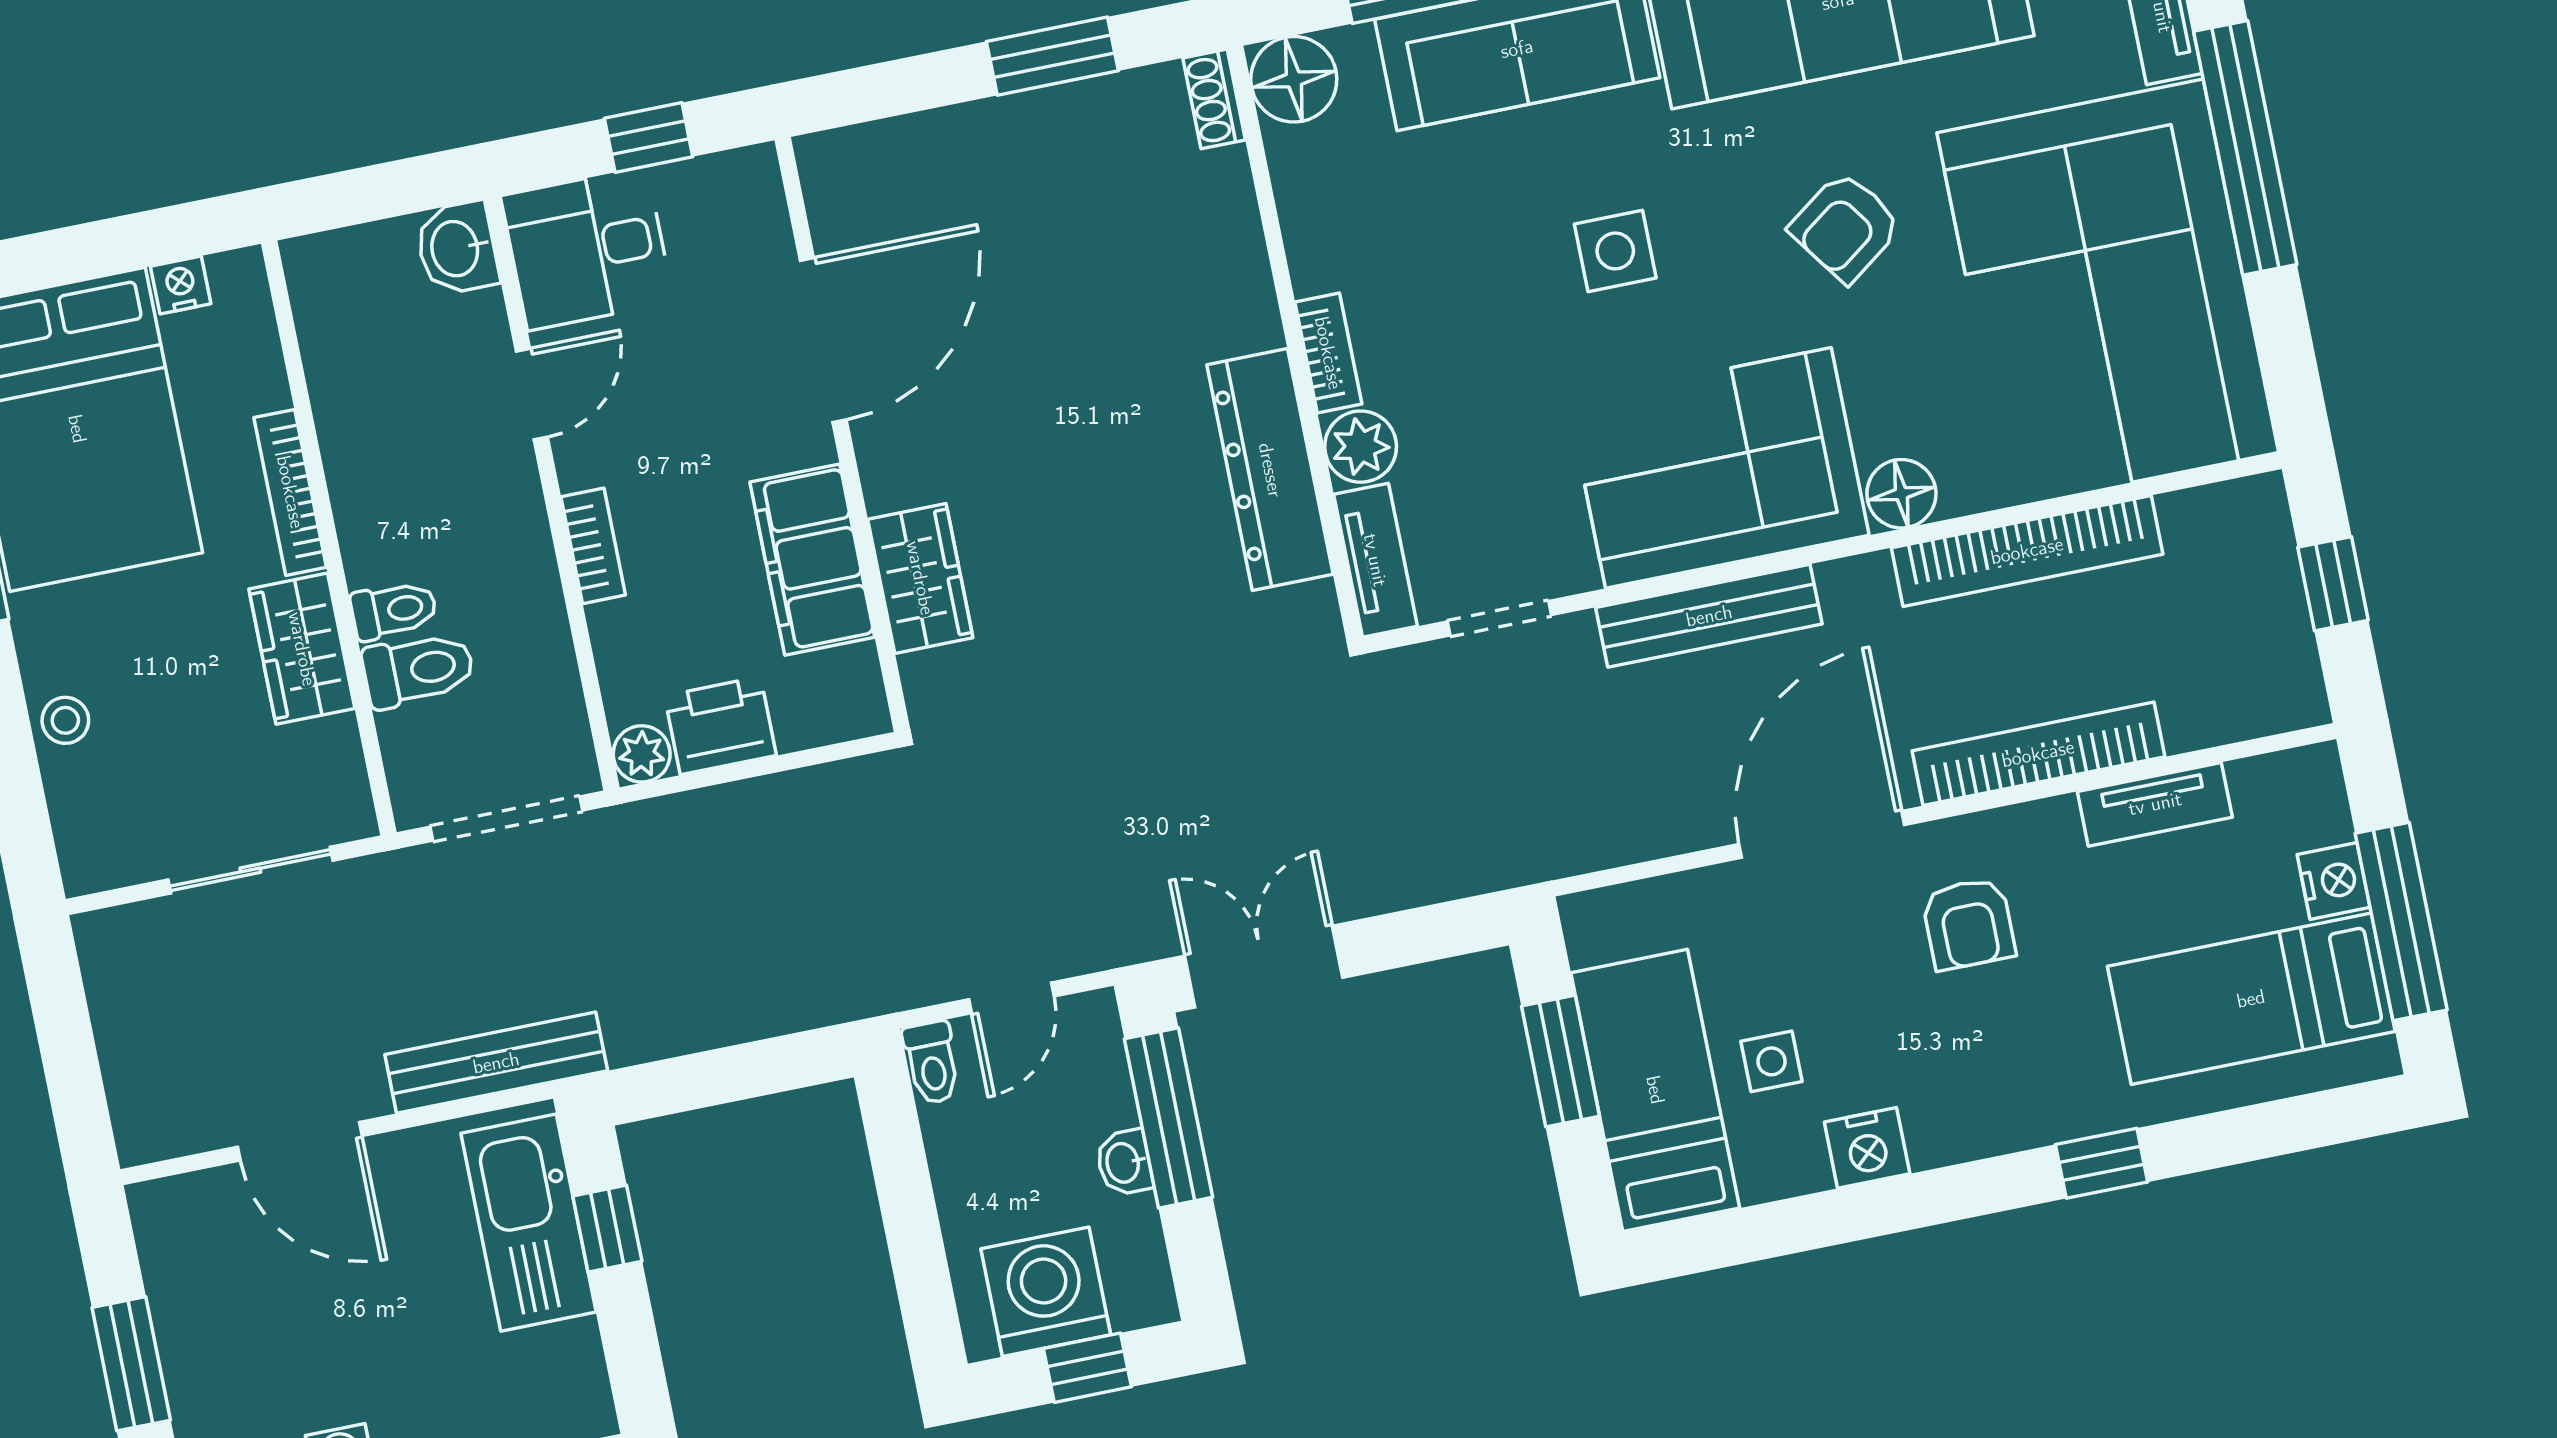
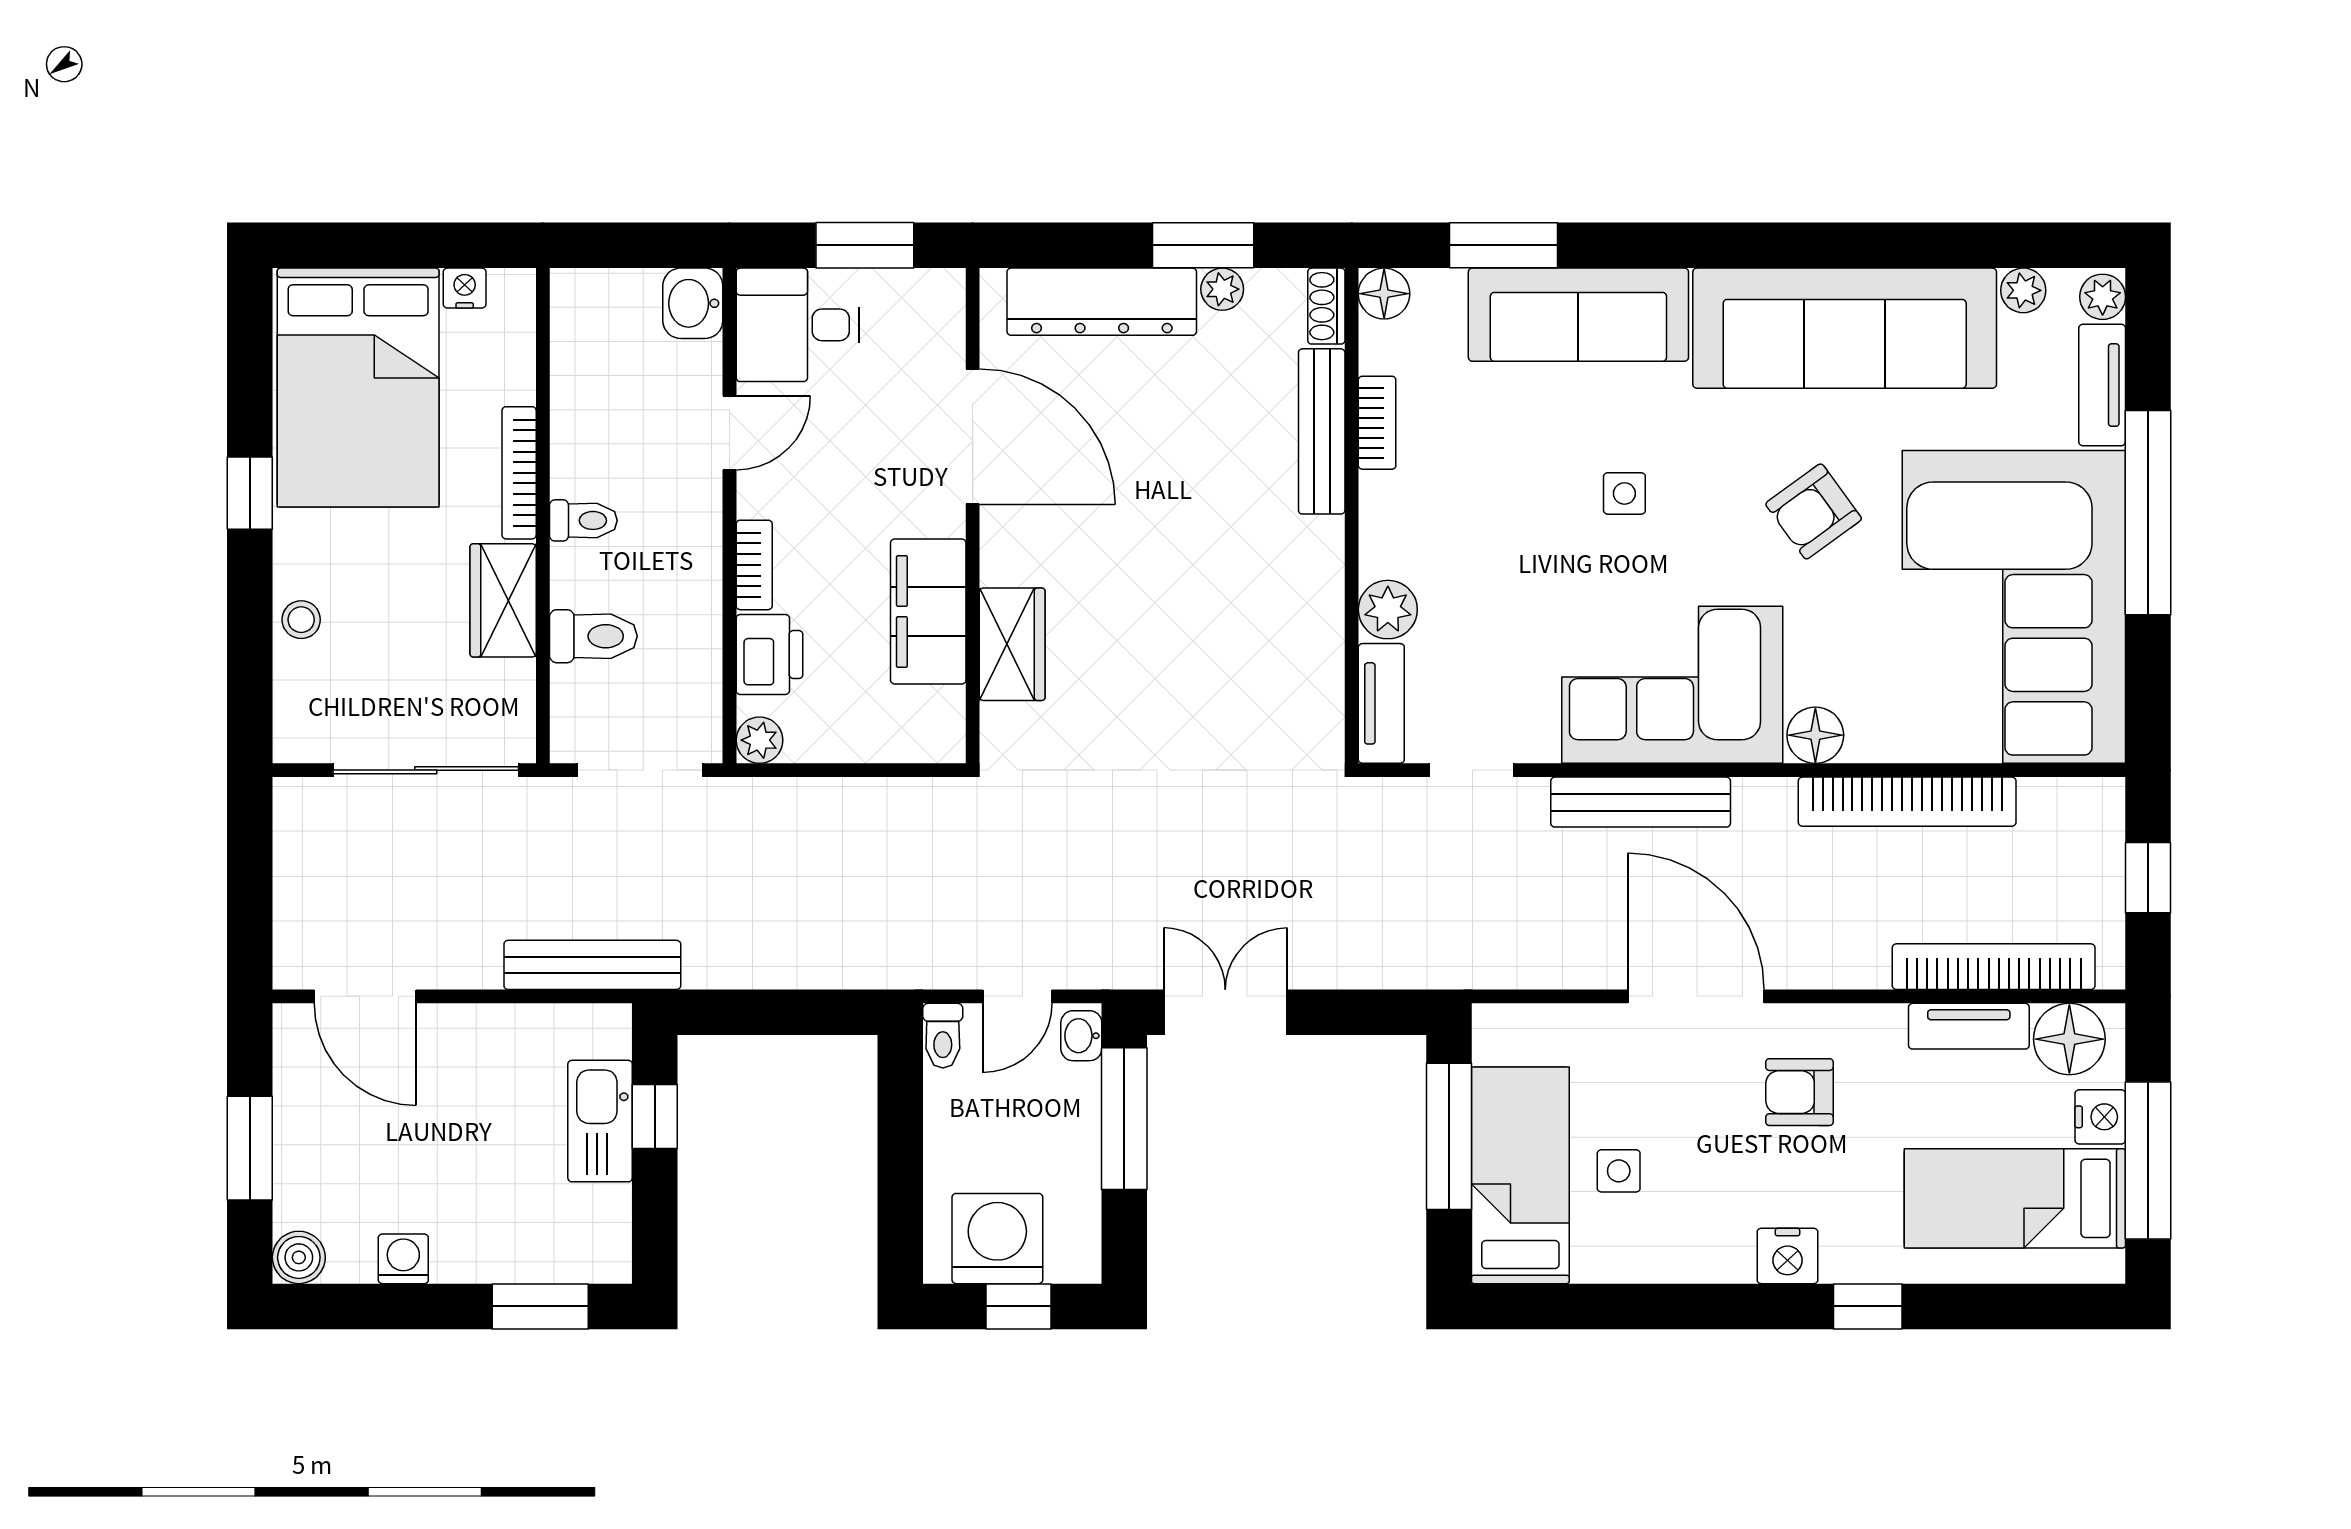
floor lamp: (1294, 79) -> (1384, 294), width x0.73, depth x0.73
plant: (1086, 104) -> (1222, 289), added
window: (649, 138) -> (865, 245), width x1.50
bench: (1239, 250) -> (1322, 431), added
side table: (1615, 251) -> (1624, 493), width x0.73, depth x0.73
door: (823, 340) -> (973, 437), hinge flipped
bookcase: (1328, 353) -> (1377, 423), moved
dresser: (1270, 470) -> (1102, 302), moved, turned -90
toilet: (394, 610) -> (583, 520), moved
printer: (720, 726) -> (769, 654), moved, turned 90
bookcase: (2038, 754) -> (1994, 967), moved
floor lamp: (2278, 795) -> (2069, 1039), added
door: (1822, 834) -> (1696, 996), hinge flipped
sliding door: (250, 870) -> (426, 770), width x1.37
armchair: (1968, 924) -> (1799, 1092), turned 90
window: (1560, 1061) -> (1449, 1136), width x1.44
door: (300, 1141) -> (365, 996), moved
nightstand: (1867, 1148) -> (1787, 1256), moved
washbasin: (1124, 1163) -> (1081, 1036), moved
kitchen sink: (528, 1223) -> (600, 1121), width x0.73, depth x0.81

